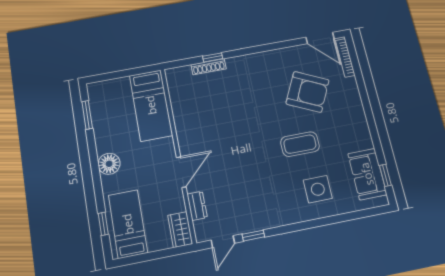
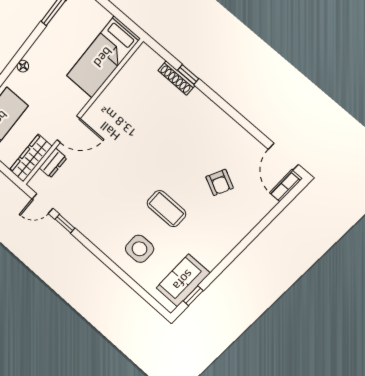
bookcase: (345, 58) -> (286, 187), width x0.64
armchair: (308, 92) -> (220, 182), width x0.53, depth x0.53
floor lamp: (109, 164) -> (23, 66), width x0.53, depth x0.53
wardrobe: (180, 230) -> (31, 158), width x1.50

